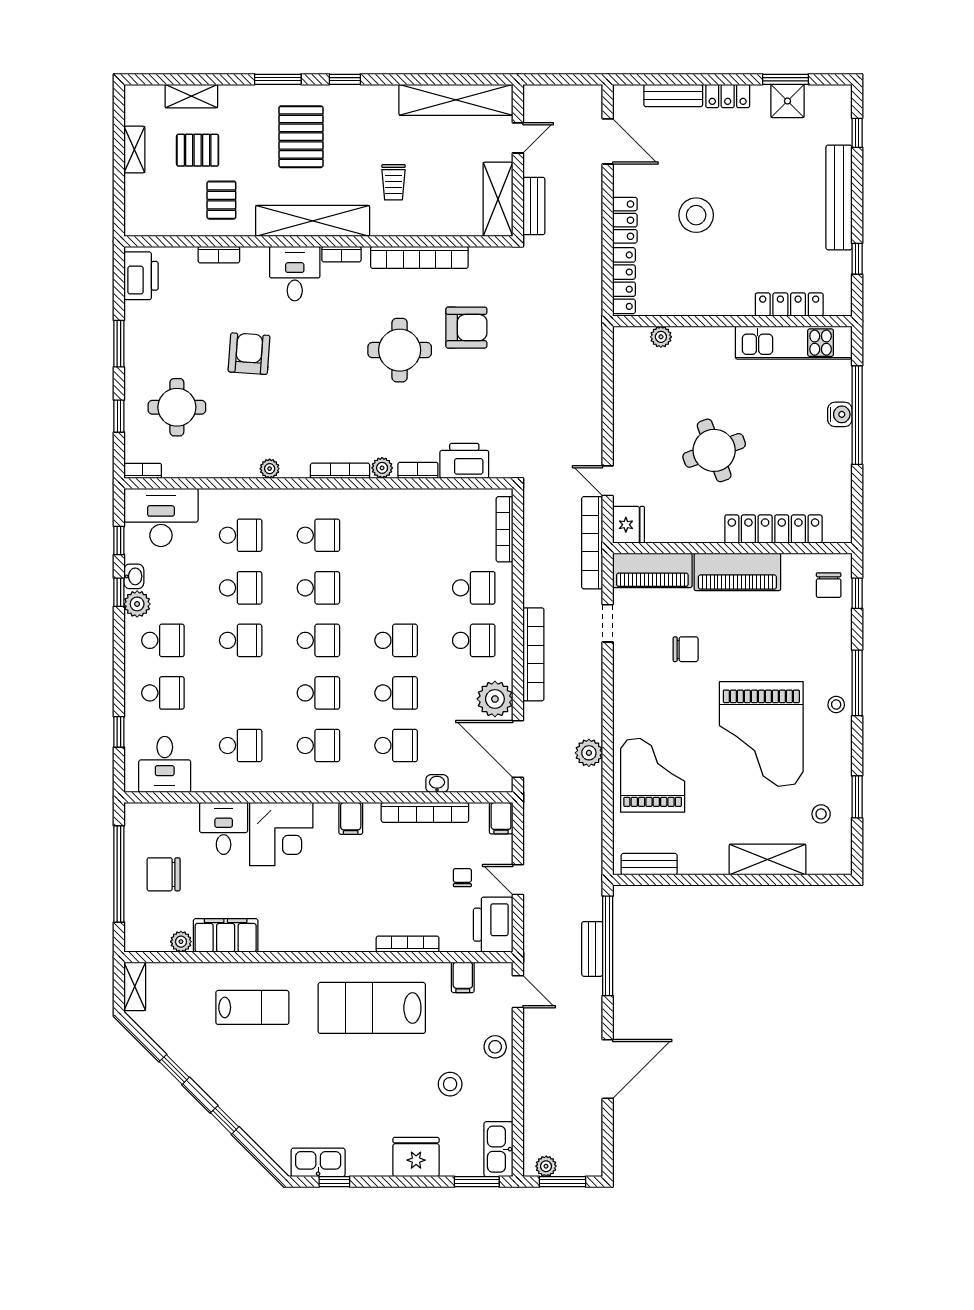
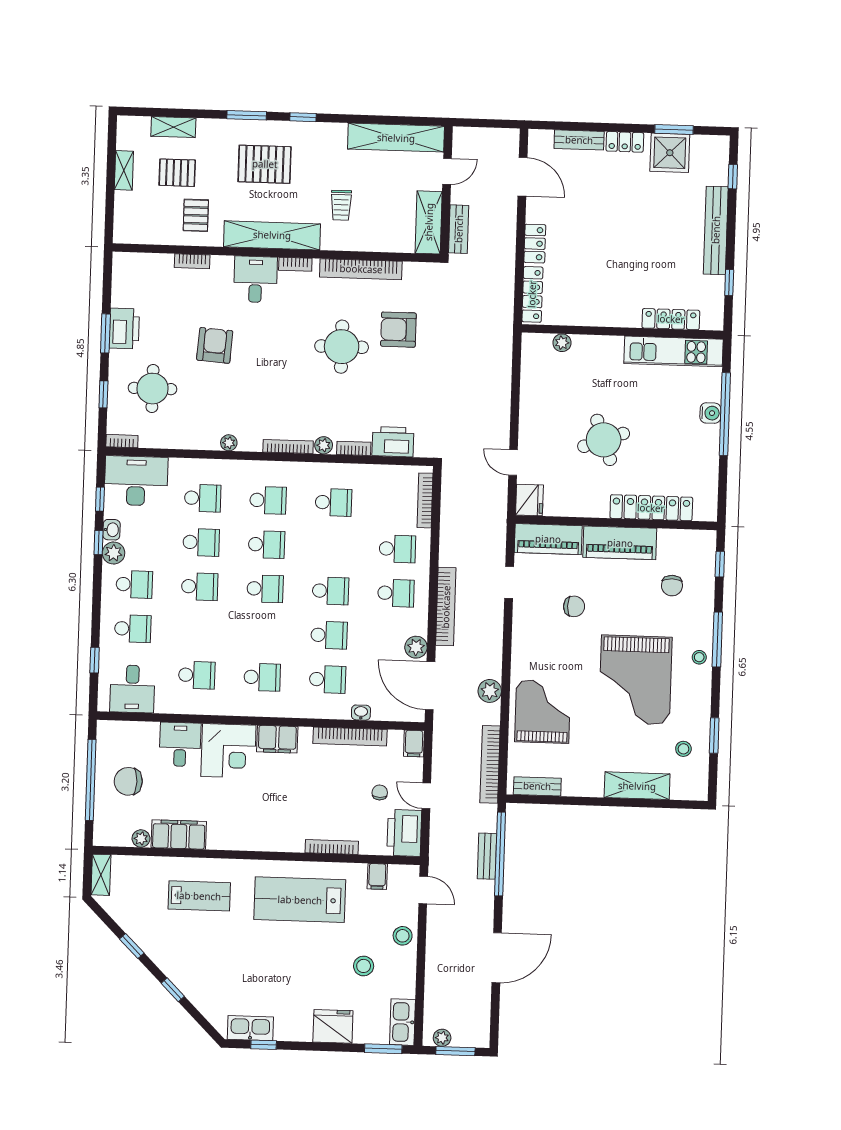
shower: (787, 101) -> (670, 153), width x1.36, depth x1.36
pallet: (301, 137) -> (265, 164), turned 90
stool: (696, 215) -> (595, 241), removed
printer: (141, 276) -> (124, 328), moved
armchair: (466, 328) -> (398, 330), turned 180
bookcase: (592, 543) -> (490, 764), moved
chair: (829, 585) -> (672, 586), moved
school desk: (318, 693) -> (333, 502), moved
plant: (495, 699) -> (416, 647), width x0.73, depth x0.73
filing cabinet: (351, 818) -> (277, 739), width x2.00

